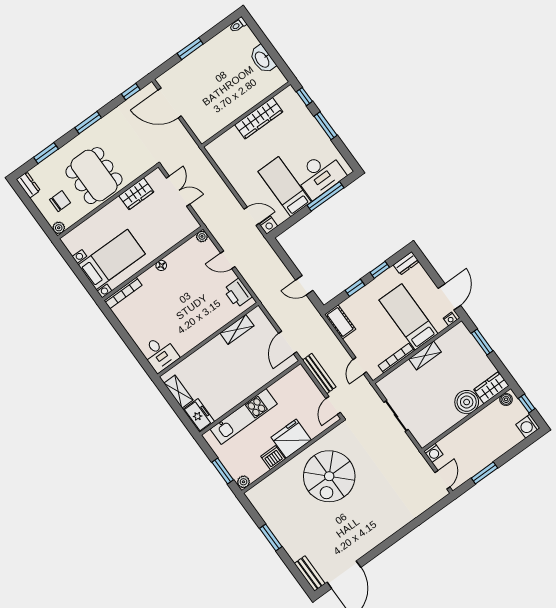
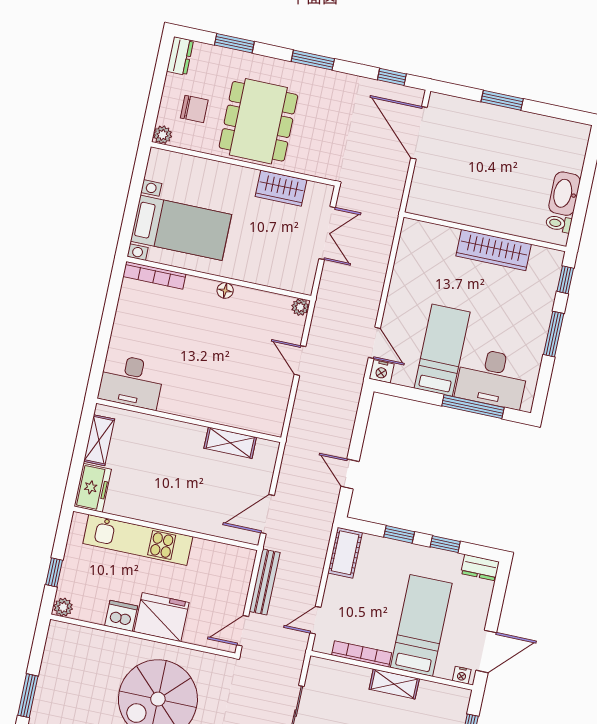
toilet: (238, 25) -> (559, 224), moved
printer: (238, 293) -> (273, 406), removed
desk: (160, 354) -> (131, 382), width x1.37
window: (223, 471) -> (54, 572), width x0.67

